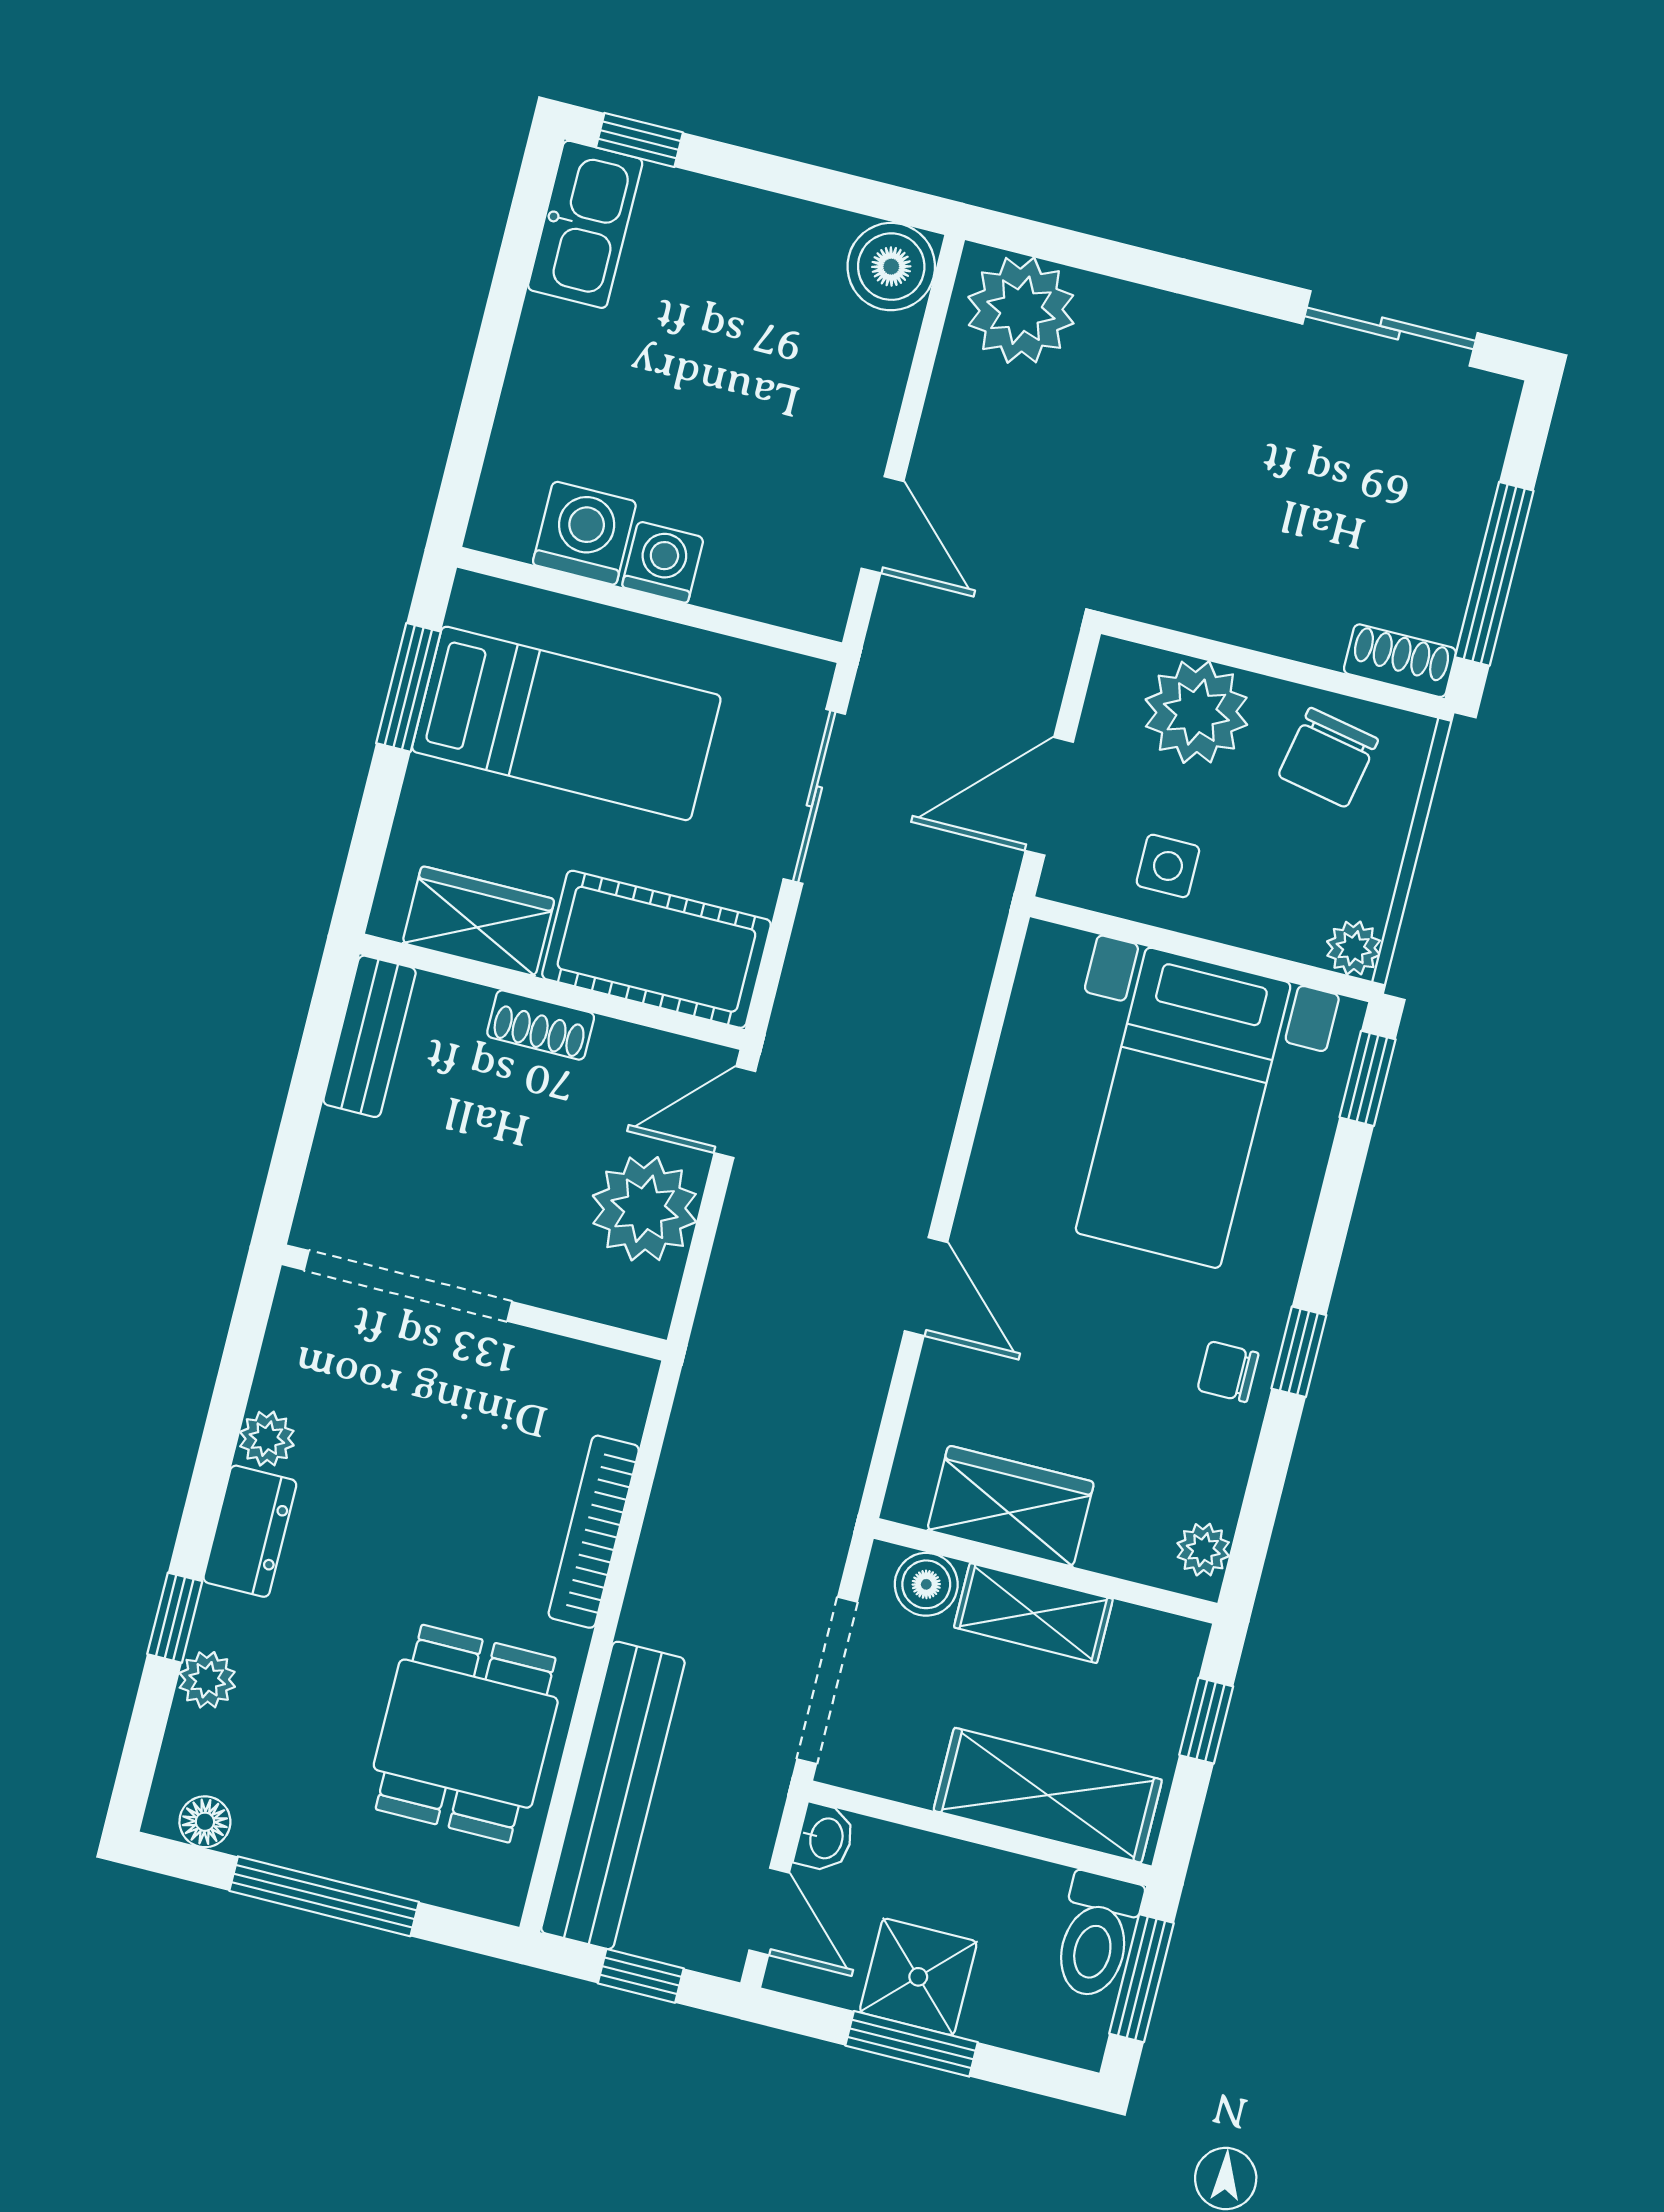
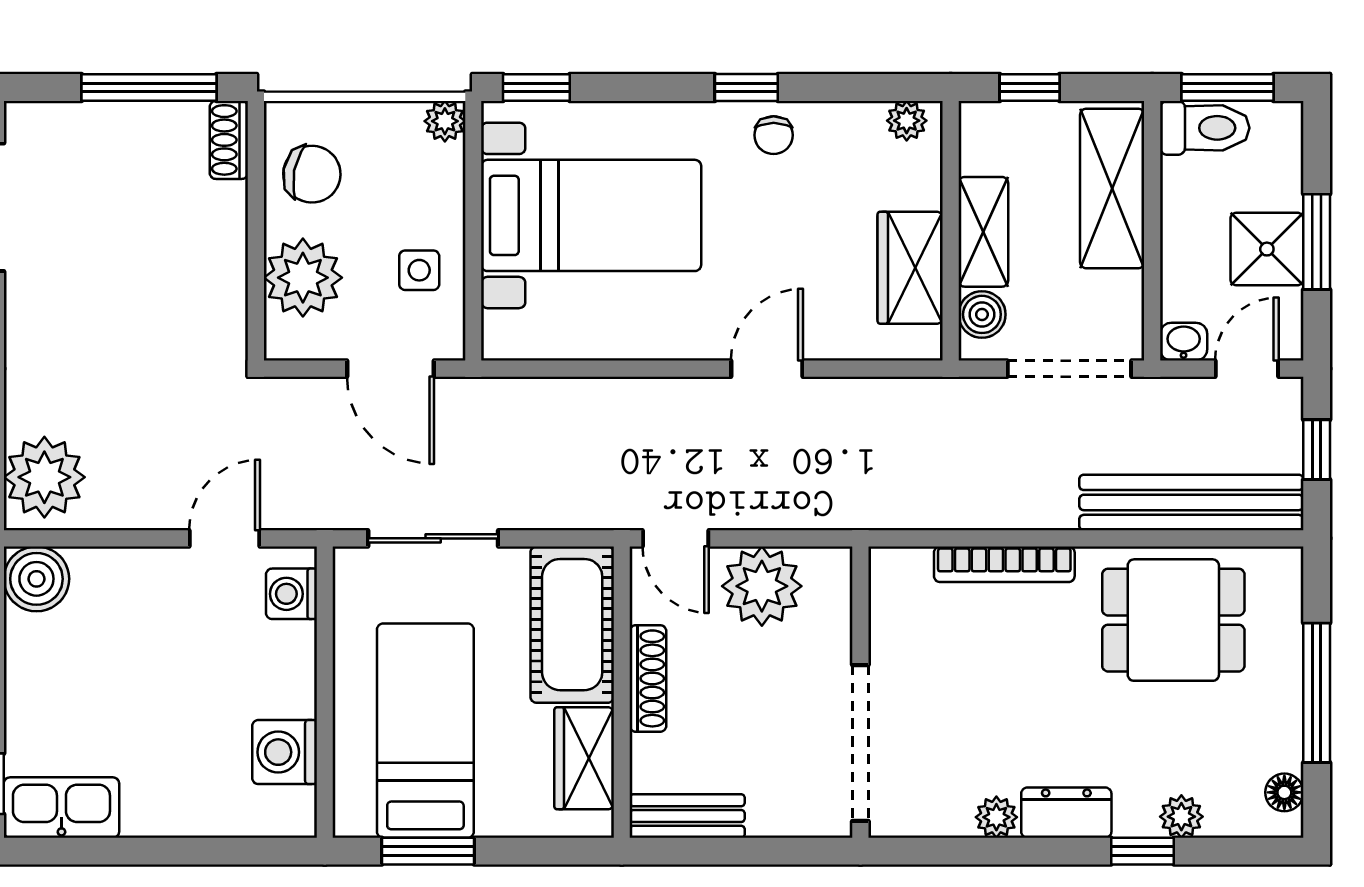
washing machine: (663, 562) -> (291, 594), moved
shoe rack: (541, 1025) -> (648, 678), width x1.43

